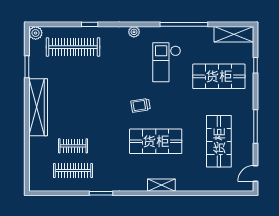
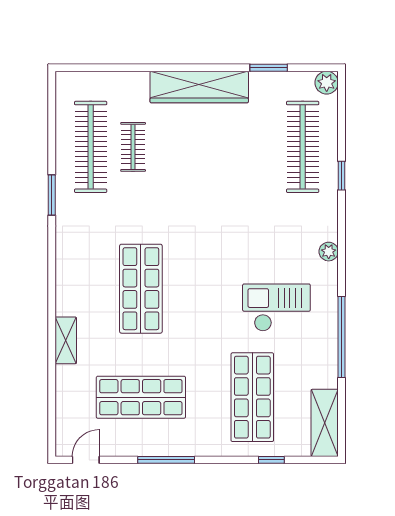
trolley: (141, 105) -> (202, 263), removed
clothes rail: (73, 171) -> (91, 147), width x1.37, depth x1.31
door: (255, 173) -> (86, 460), hinge flipped
shelving: (161, 185) -> (66, 340), moved

